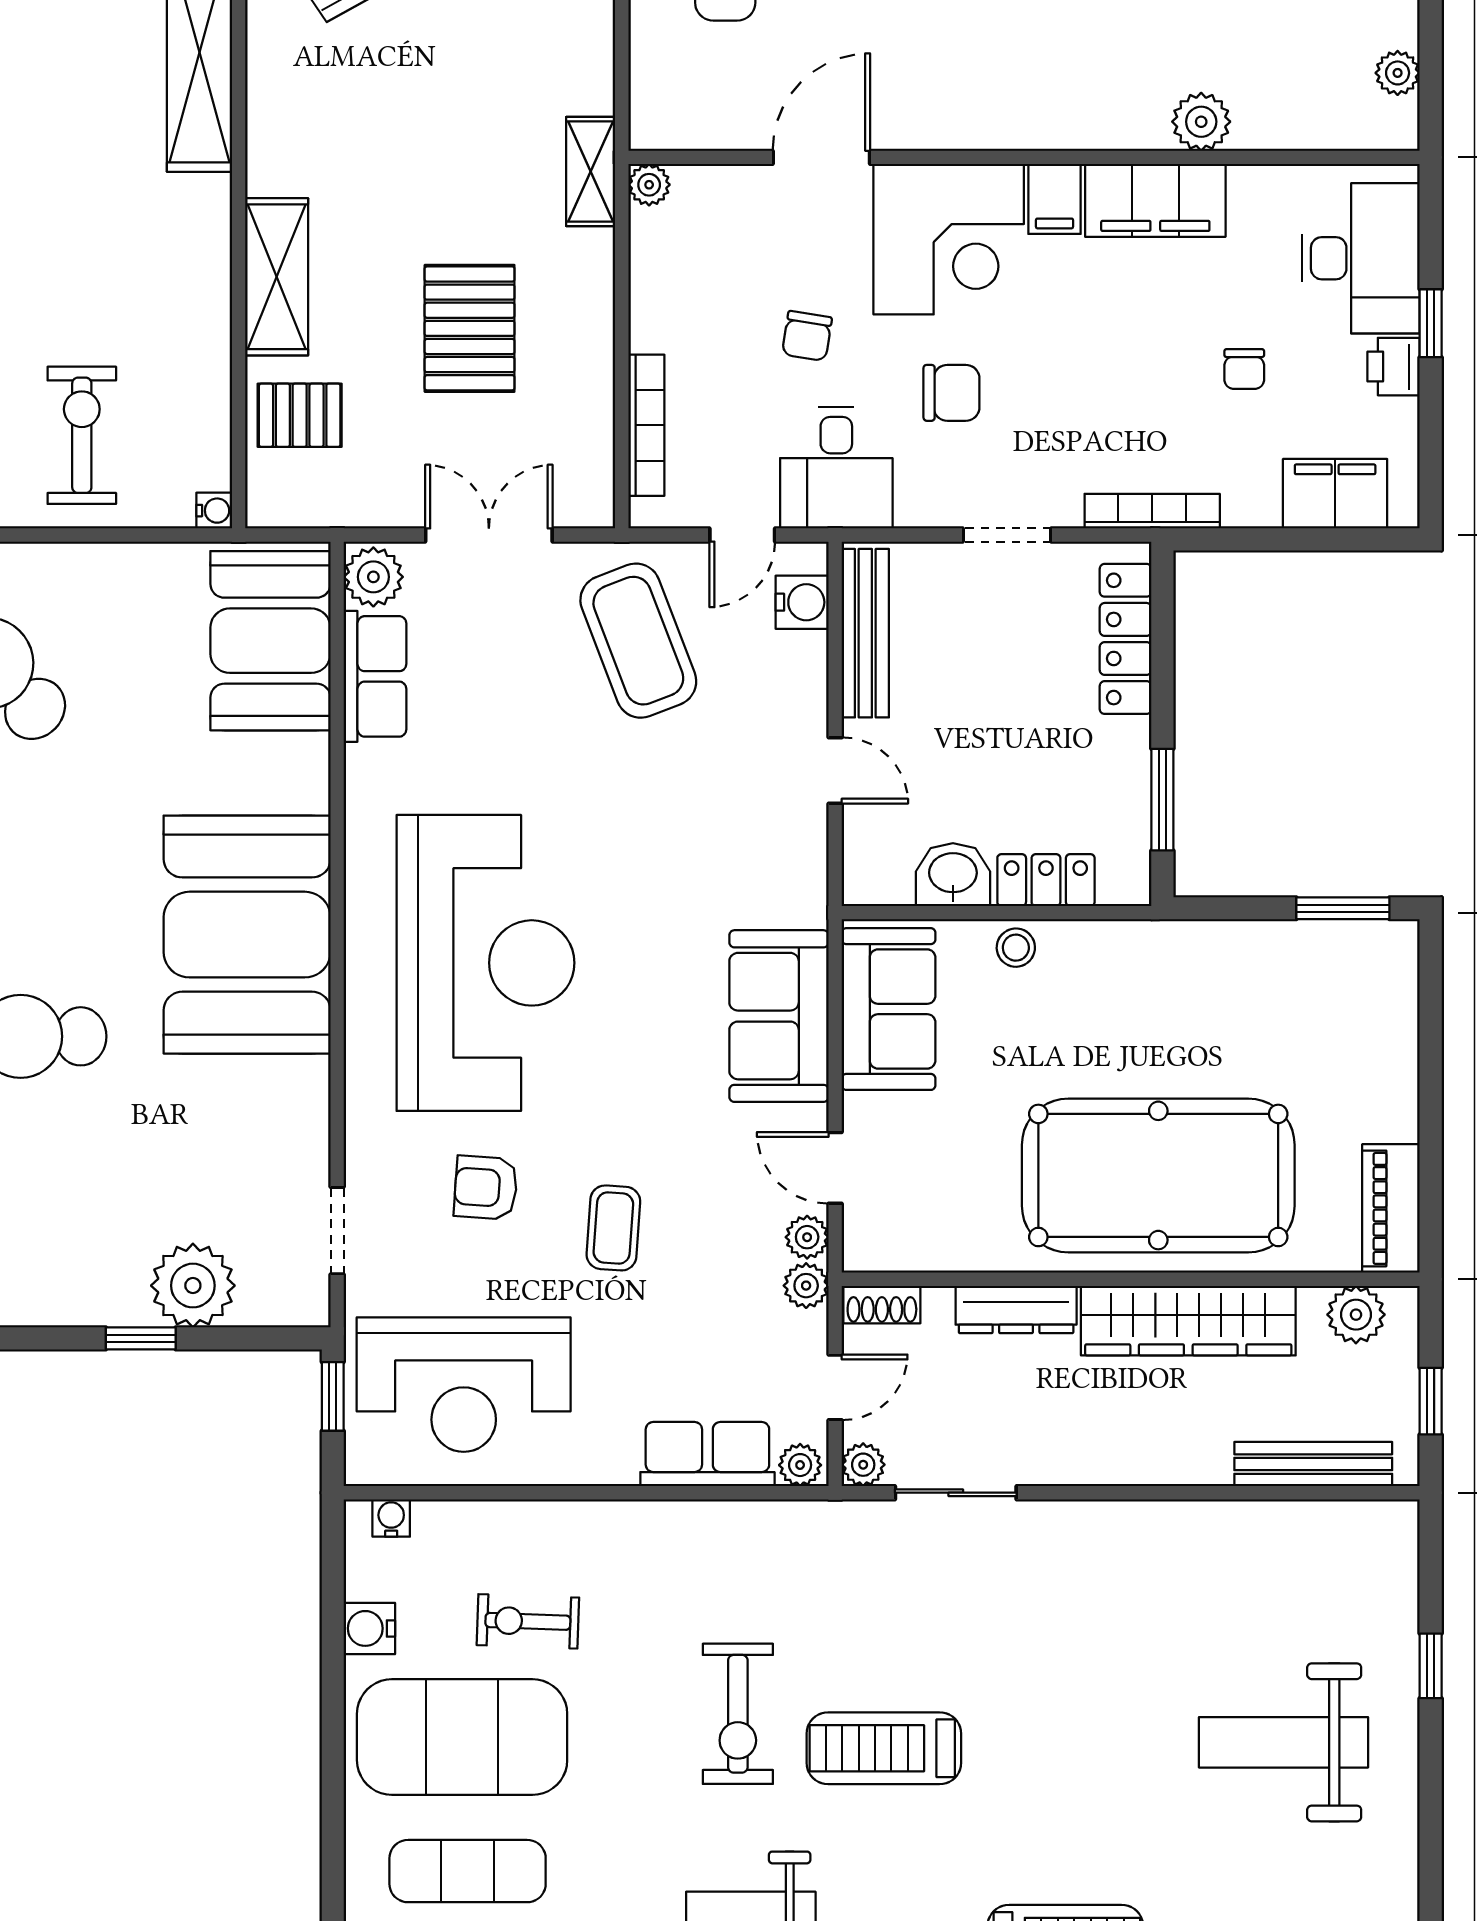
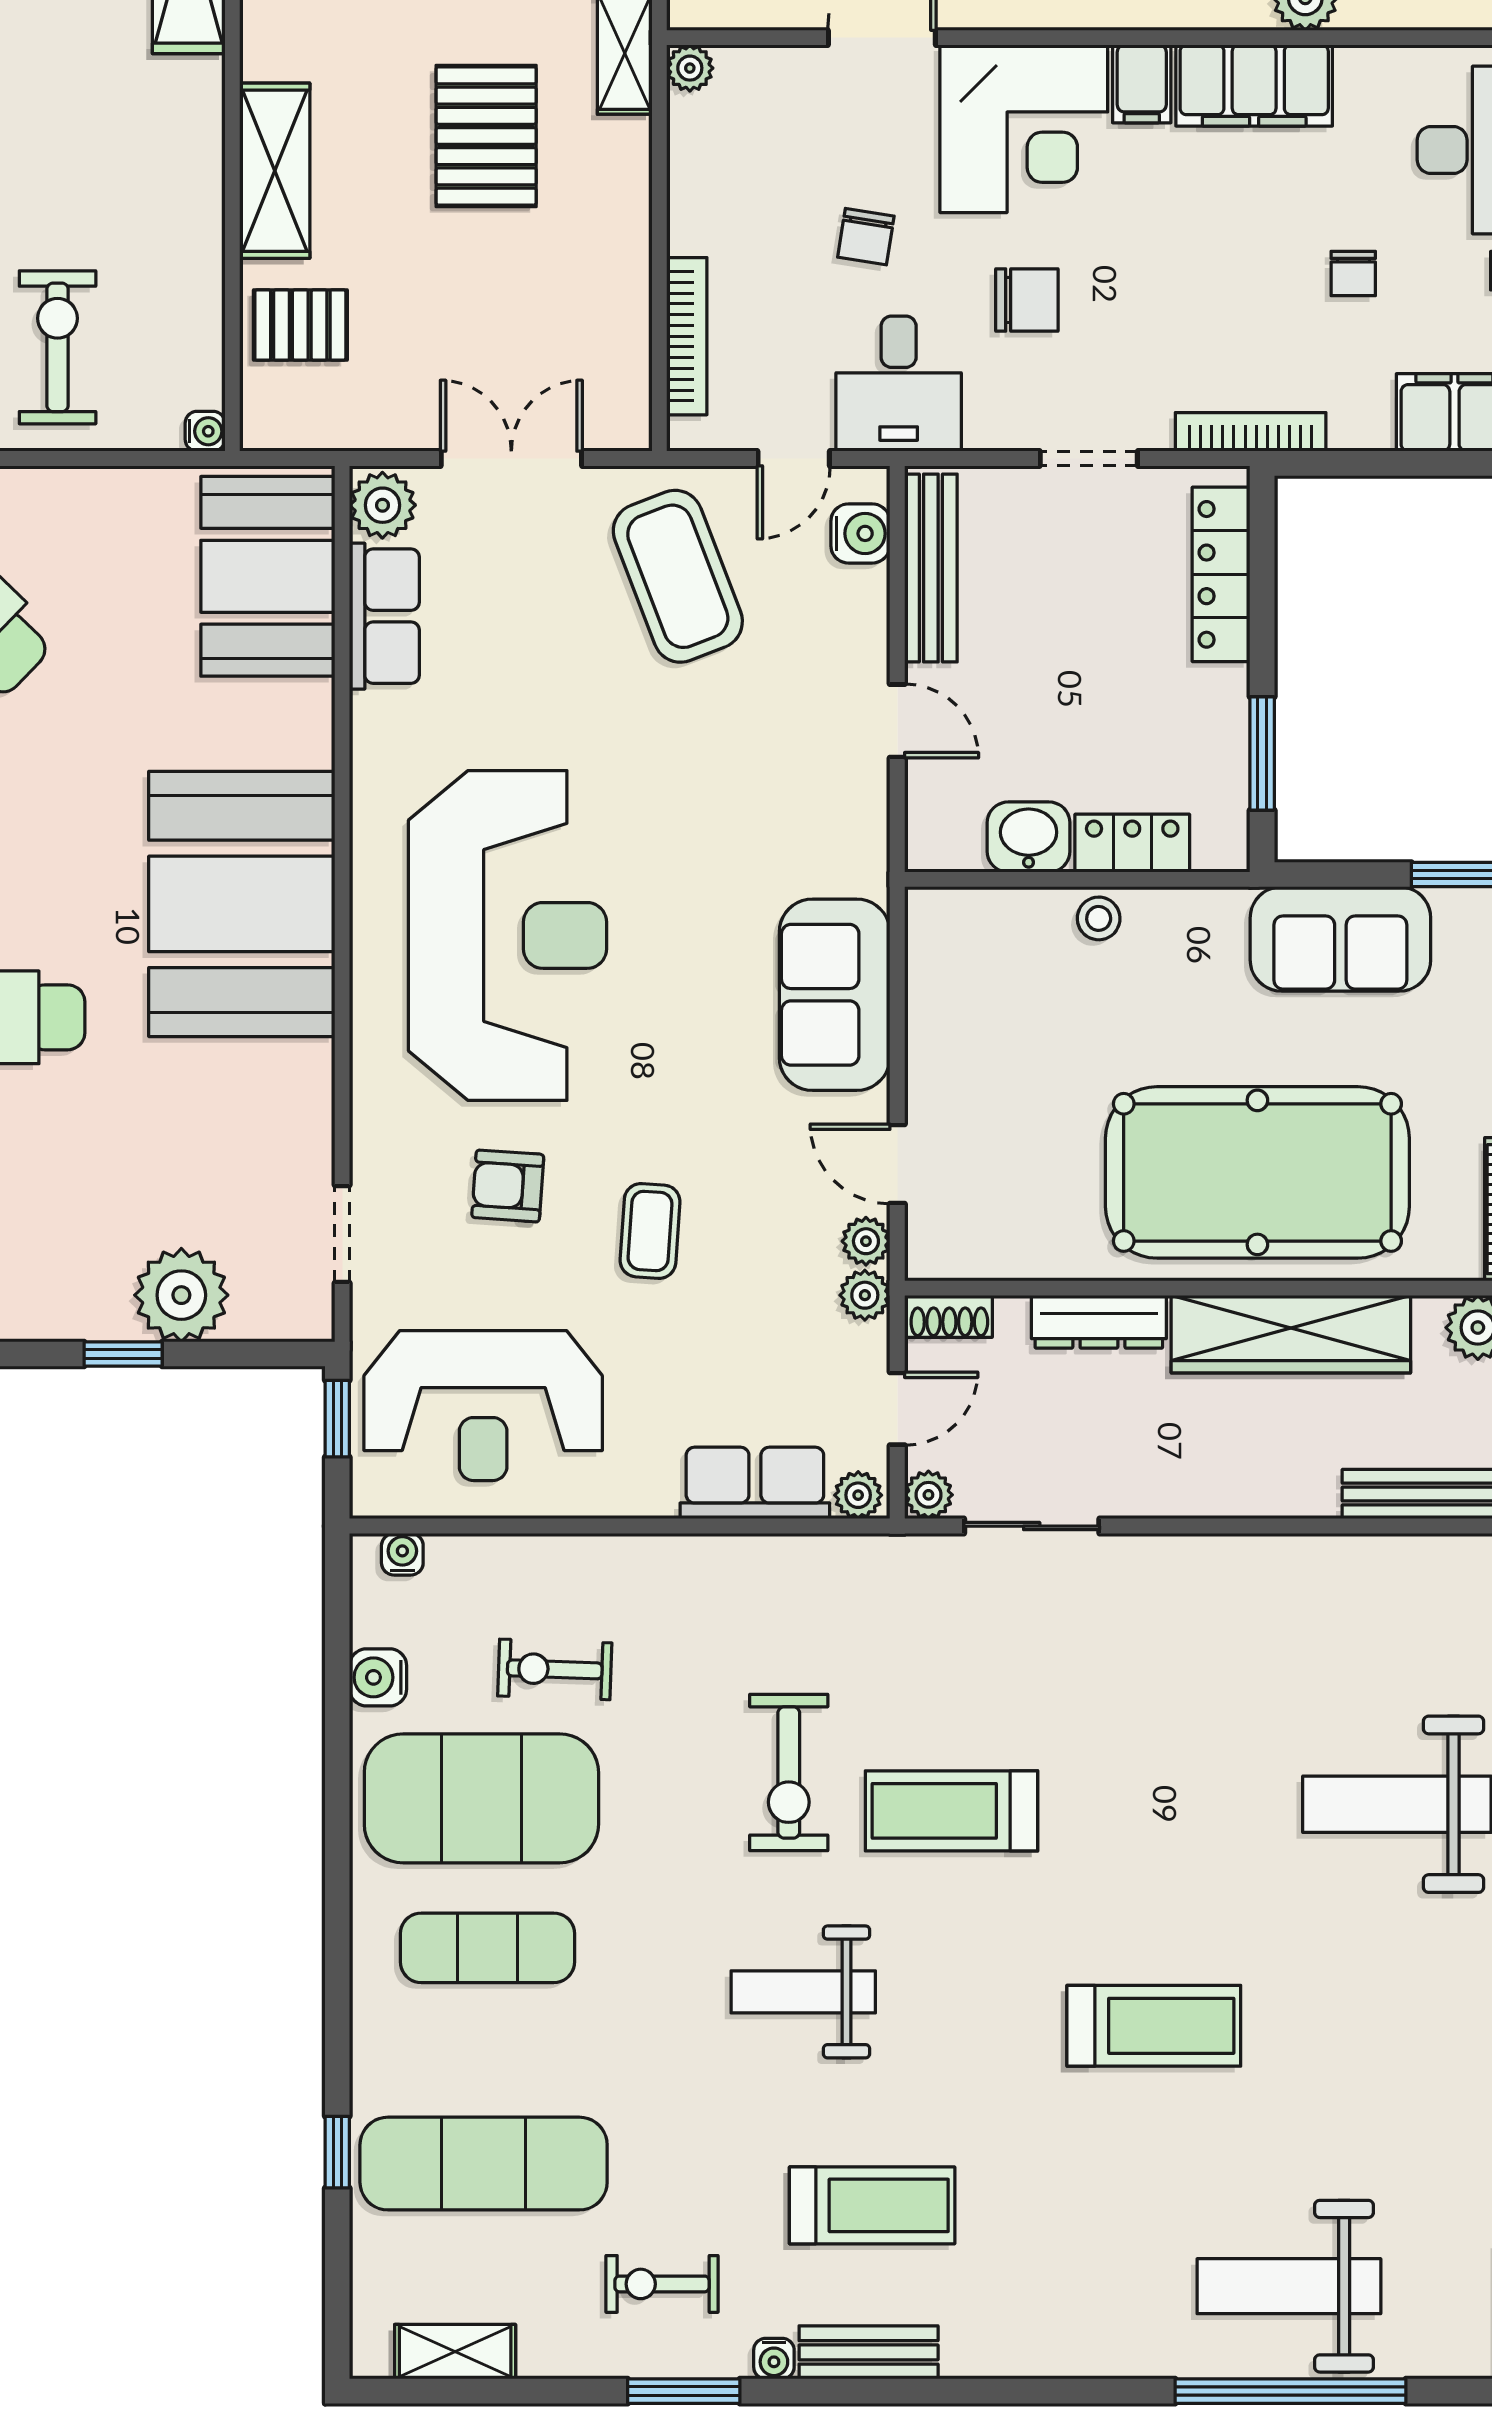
pallet: (470, 328) -> (486, 136), moved
sofa: (889, 1009) -> (1340, 939), moved, turned 90

